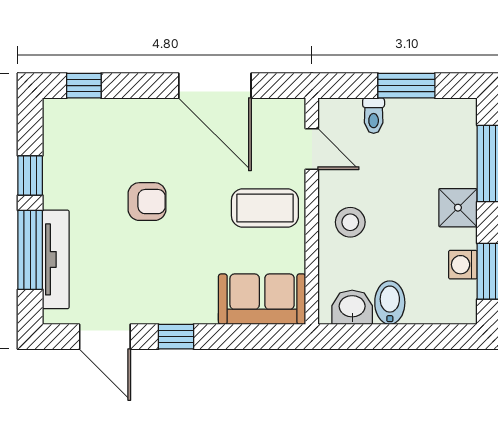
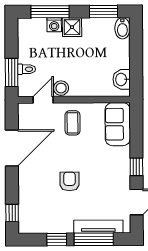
window: (406, 86) -> (12, 72), moved
coffee table: (265, 208) -> (72, 123), width x0.73, depth x0.77
stool: (350, 222) -> (61, 88), moved
washing machine: (463, 265) -> (54, 25), moved
bidet: (390, 303) -> (122, 28), moved, turned -90

